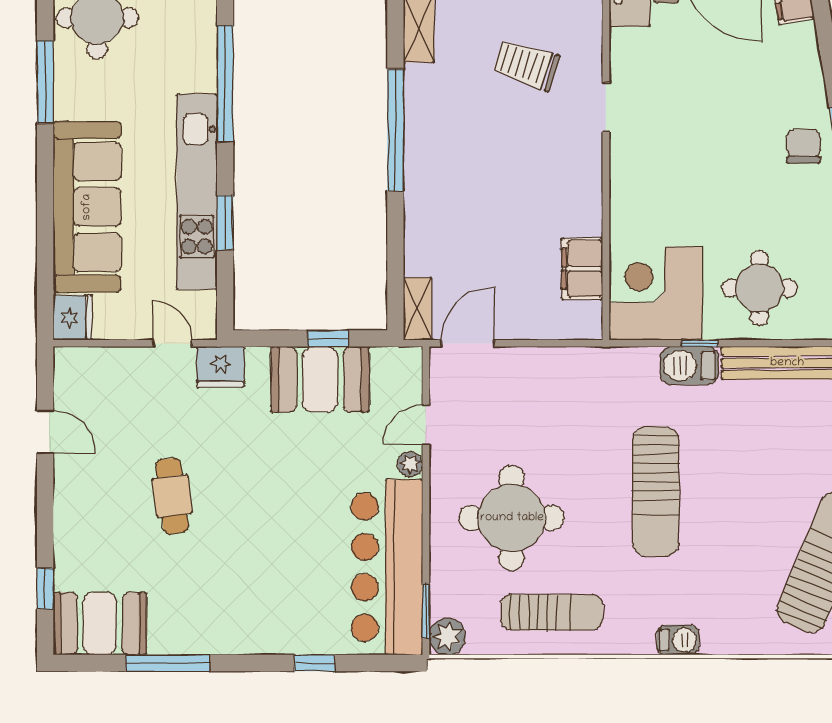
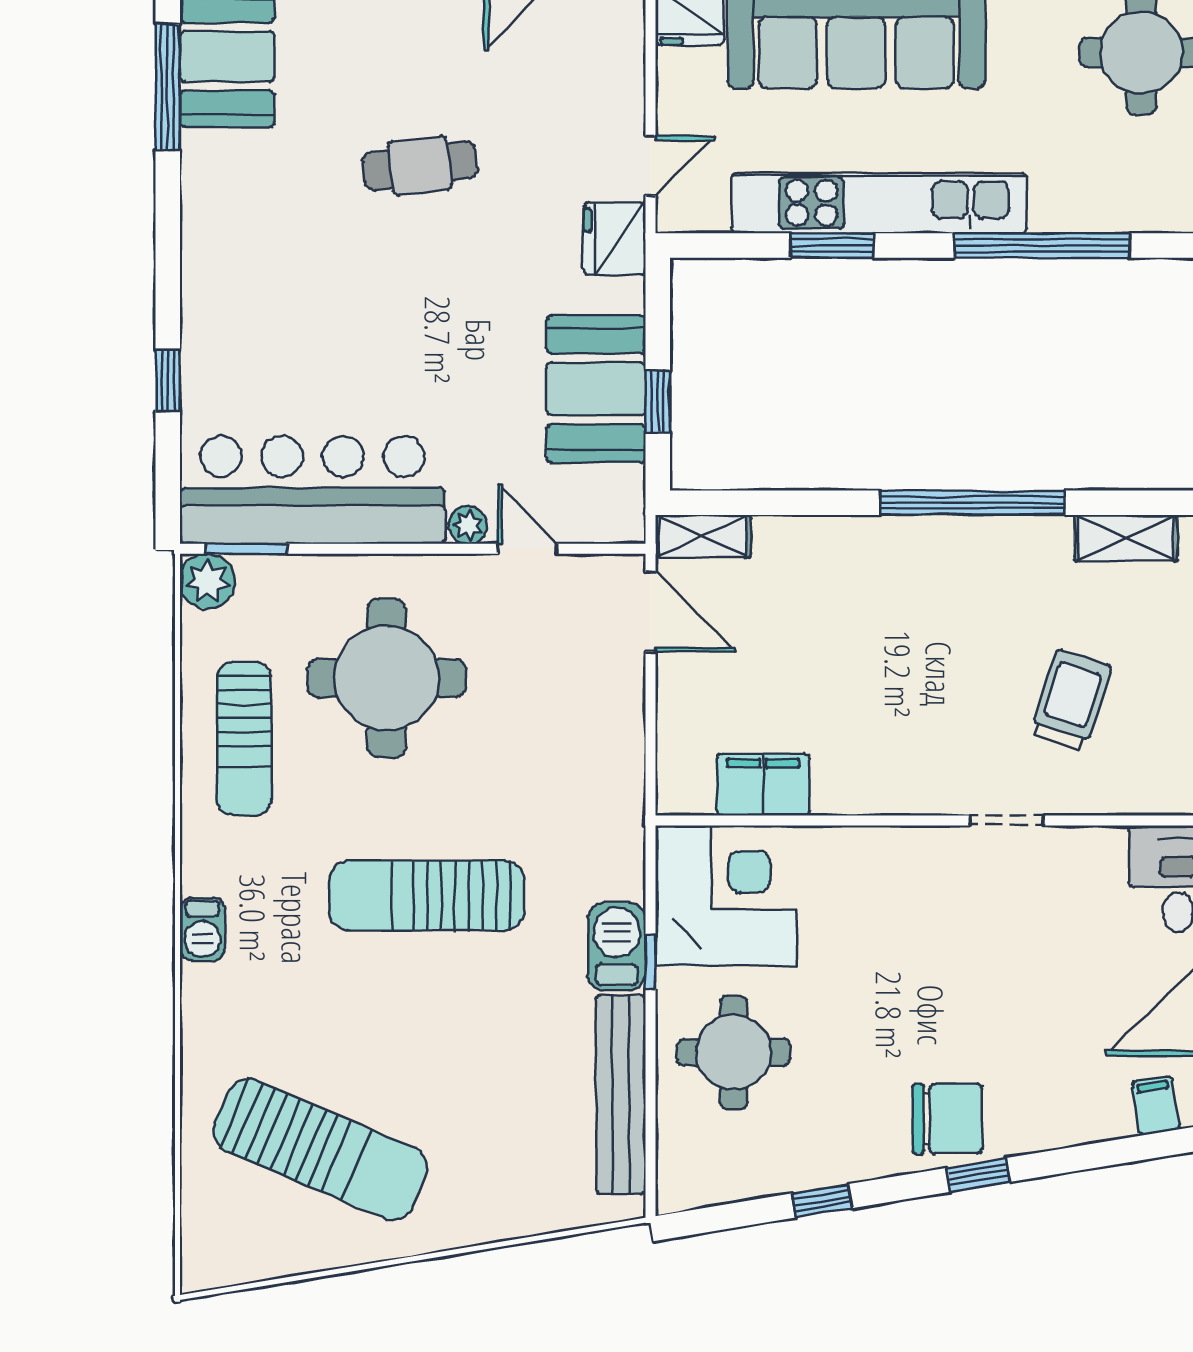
chair: (803, 147) -> (947, 1119), width x1.37, depth x1.37
window: (168, 663) -> (168, 87), moved

